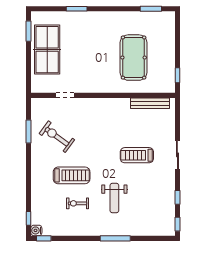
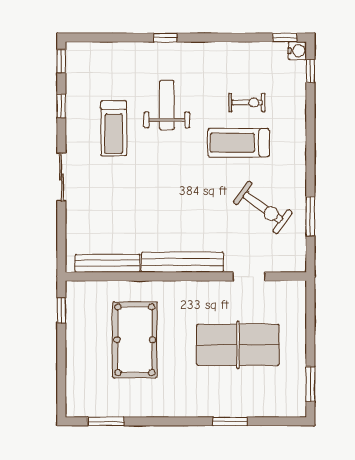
table tennis table: (47, 50) -> (238, 345), moved, turned 90
bench: (105, 104) -> (182, 262), added
treadmill: (137, 155) -> (114, 128), moved, turned 90
exercise bike: (78, 203) -> (247, 103), moved
window: (115, 238) -> (165, 38), width x0.46

